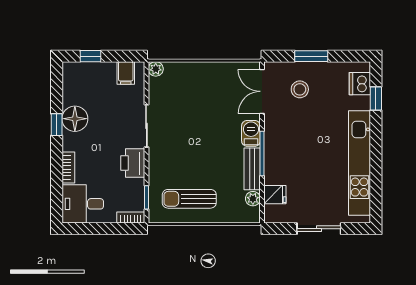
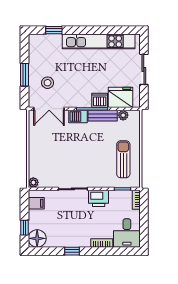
dishwasher: (360, 84) -> (100, 100), moved, turned 180
floor lamp: (75, 119) -> (37, 238), moved
fridge: (275, 195) -> (120, 97), width x1.88, depth x1.34
sun lounger: (189, 199) -> (123, 159), turned 180

